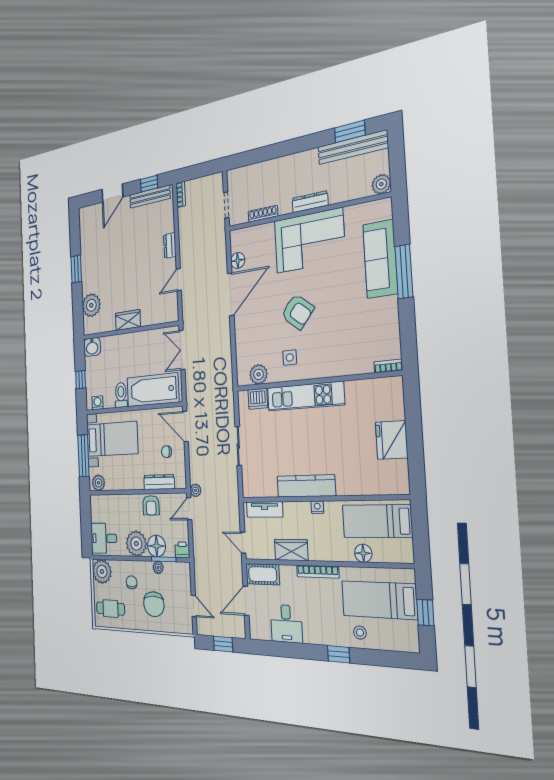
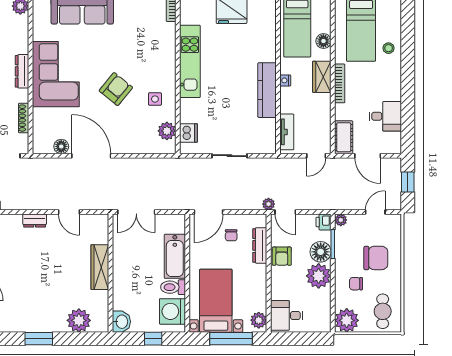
wardrobe: (128, 320) -> (100, 267), width x1.50
bathtub: (153, 390) -> (175, 256), width x0.73, depth x0.73
kitchen unit: (305, 396) -> (190, 61), moved
washing machine: (97, 403) -> (172, 311), width x1.89, depth x1.89
armchair: (151, 505) -> (282, 256), turned 90
desk: (104, 538) -> (287, 315), moved, turned 90
wardrobe: (291, 550) -> (322, 77), moved
plant: (158, 567) -> (341, 220), moved
window: (339, 654) -> (408, 68), removed

